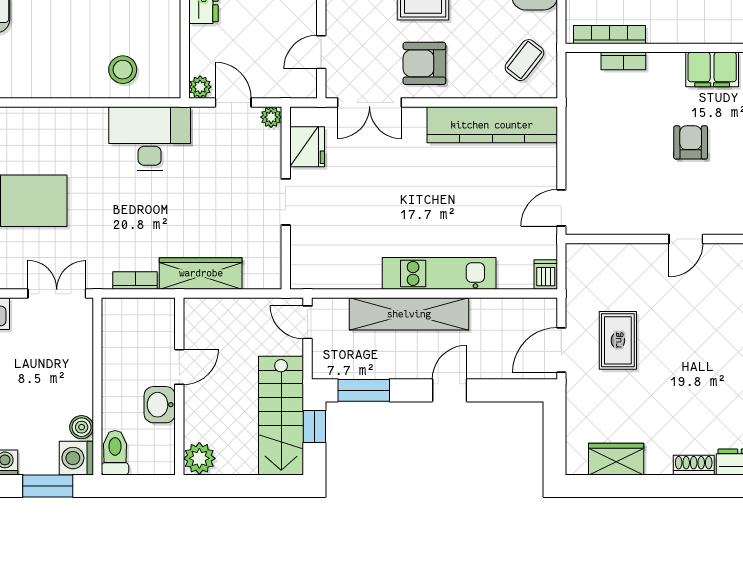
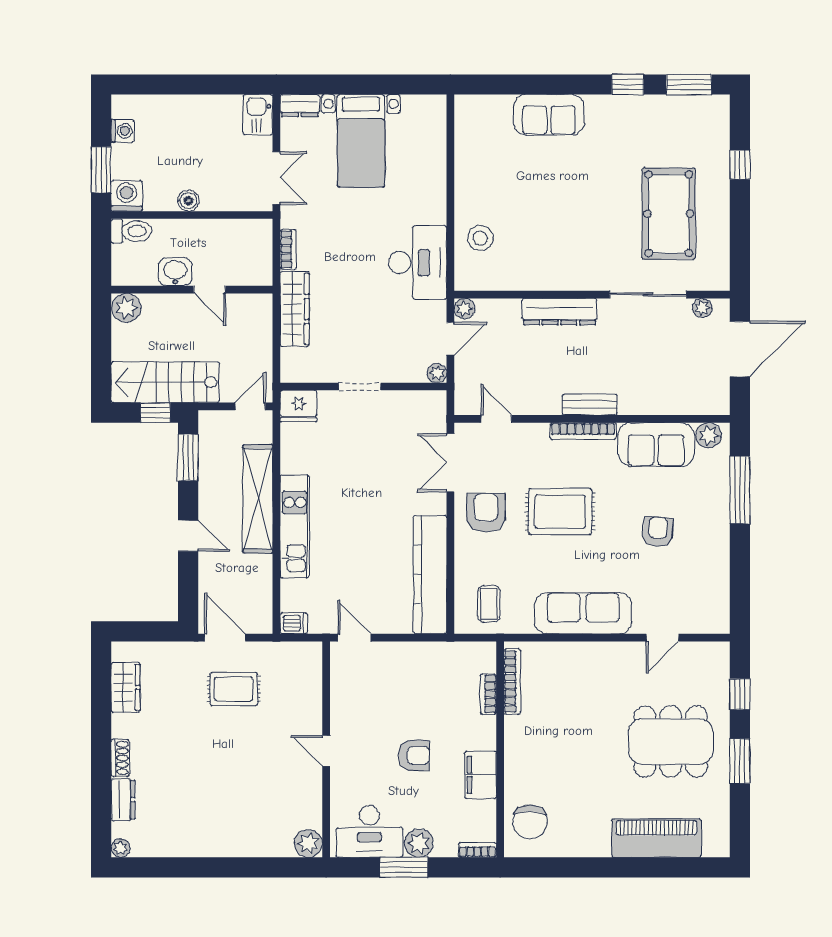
coffee table: (524, 60) -> (489, 604), turned 52
fridge: (307, 147) -> (298, 406), moved
boiler: (82, 427) -> (188, 201), moved

